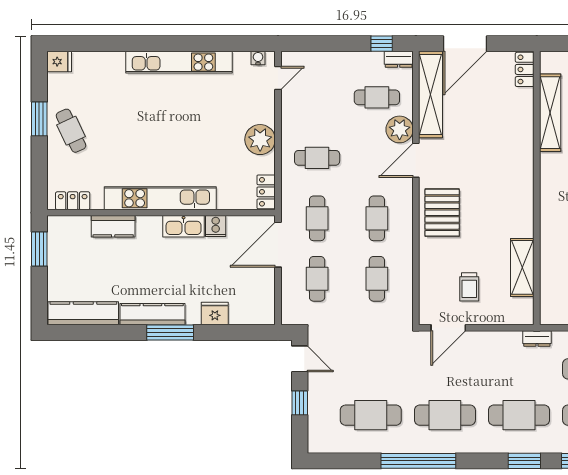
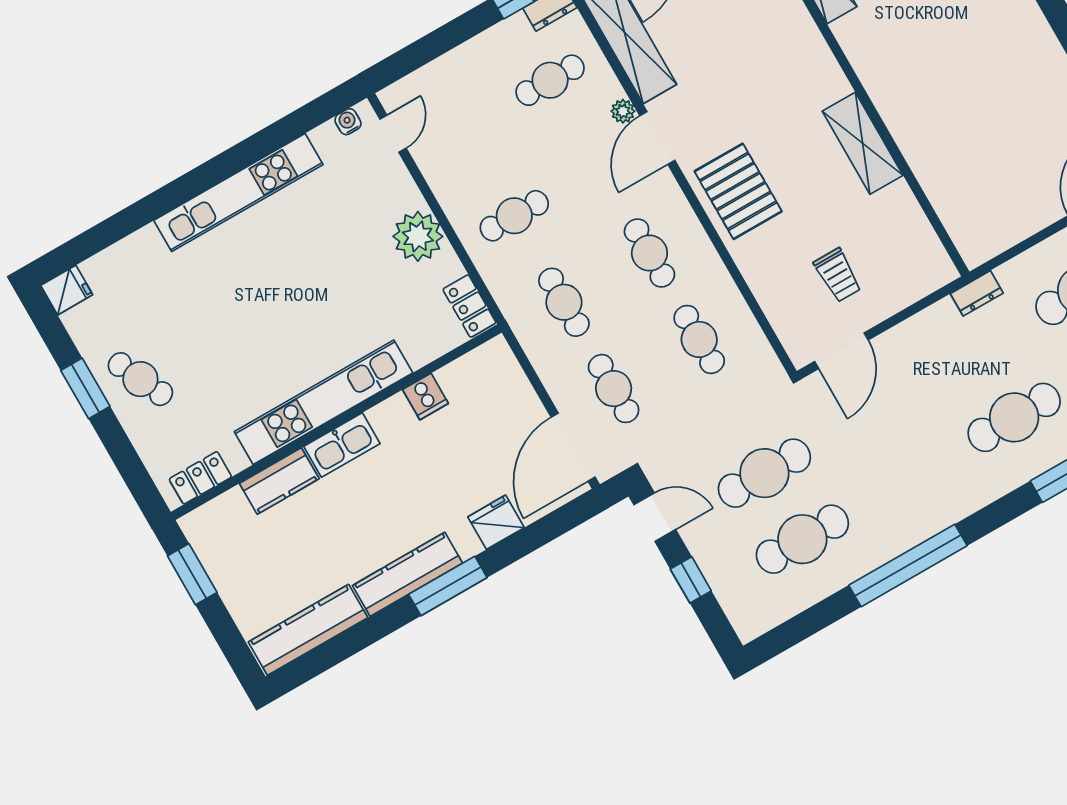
plant: (400, 129) -> (623, 111), width x0.53, depth x0.53
kitchen sink: (184, 226) -> (342, 445), moved
door: (278, 245) -> (573, 447), moved
shelving: (522, 267) -> (863, 143), moved
cafe table: (445, 415) -> (764, 473), moved

